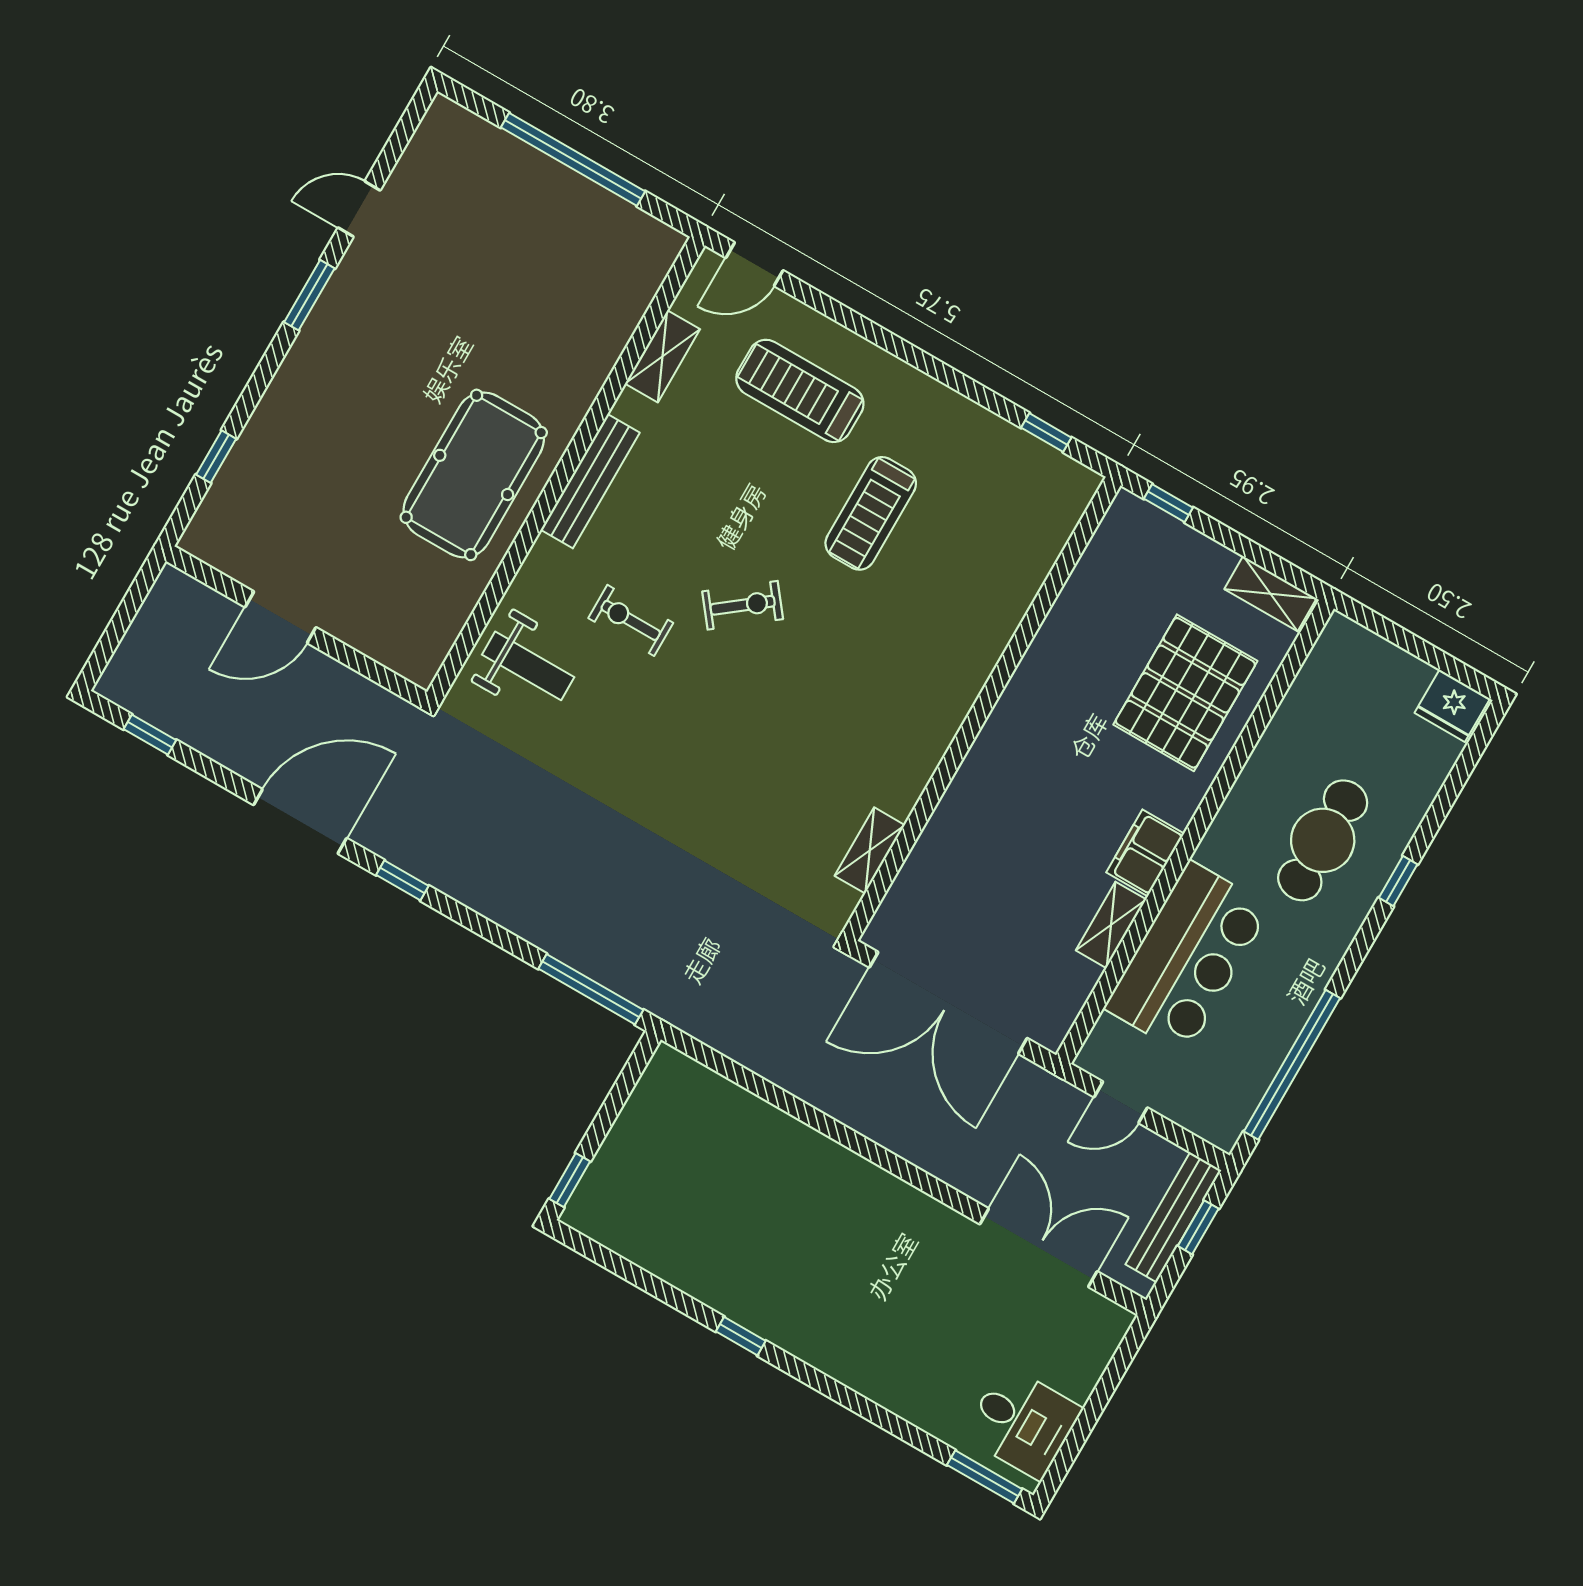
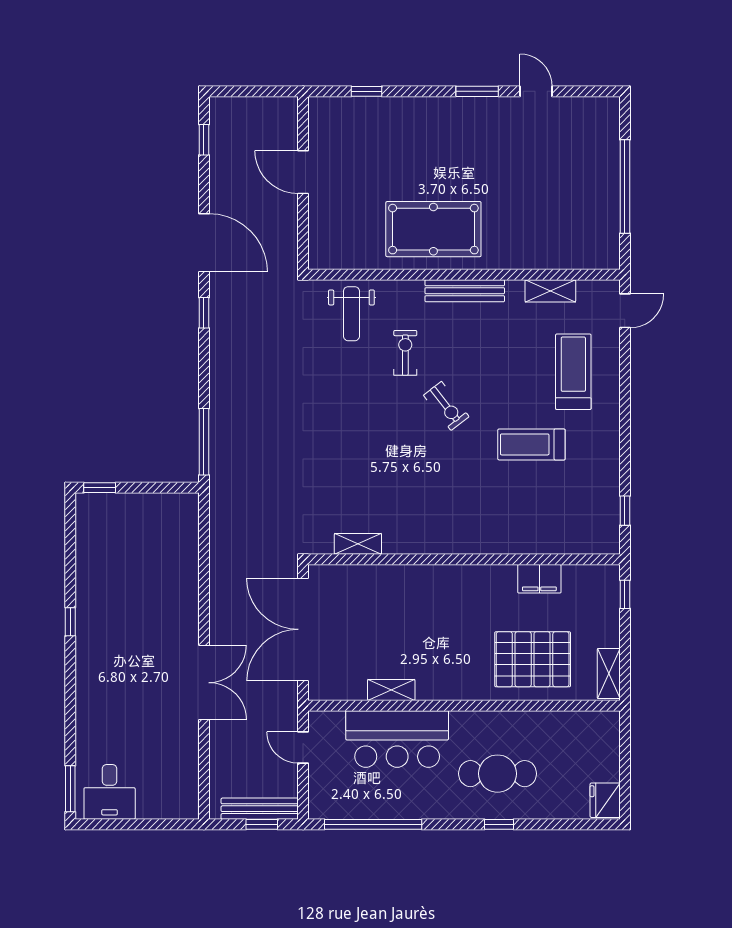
door: (754, 264) -> (625, 311), swing flipped
filing cabinet: (1145, 853) -> (539, 579), moved, turned 180
double door: (1039, 1248) -> (204, 683), moved

